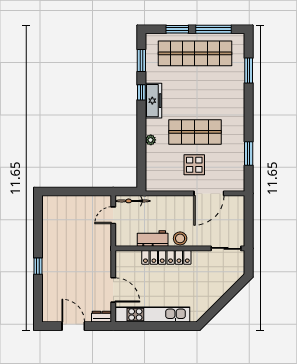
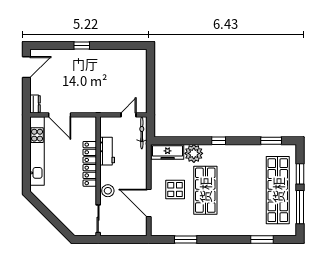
window: (141, 92) -> (219, 141), moved
freezer: (153, 101) -> (168, 152), moved
plant: (151, 140) -> (194, 153), width x1.88, depth x1.88
door: (113, 215) -> (129, 115), hinge flipped
stool: (180, 238) -> (108, 191), moved
door: (113, 290) -> (60, 115), hinge flipped
door: (73, 326) -> (26, 67), moved

